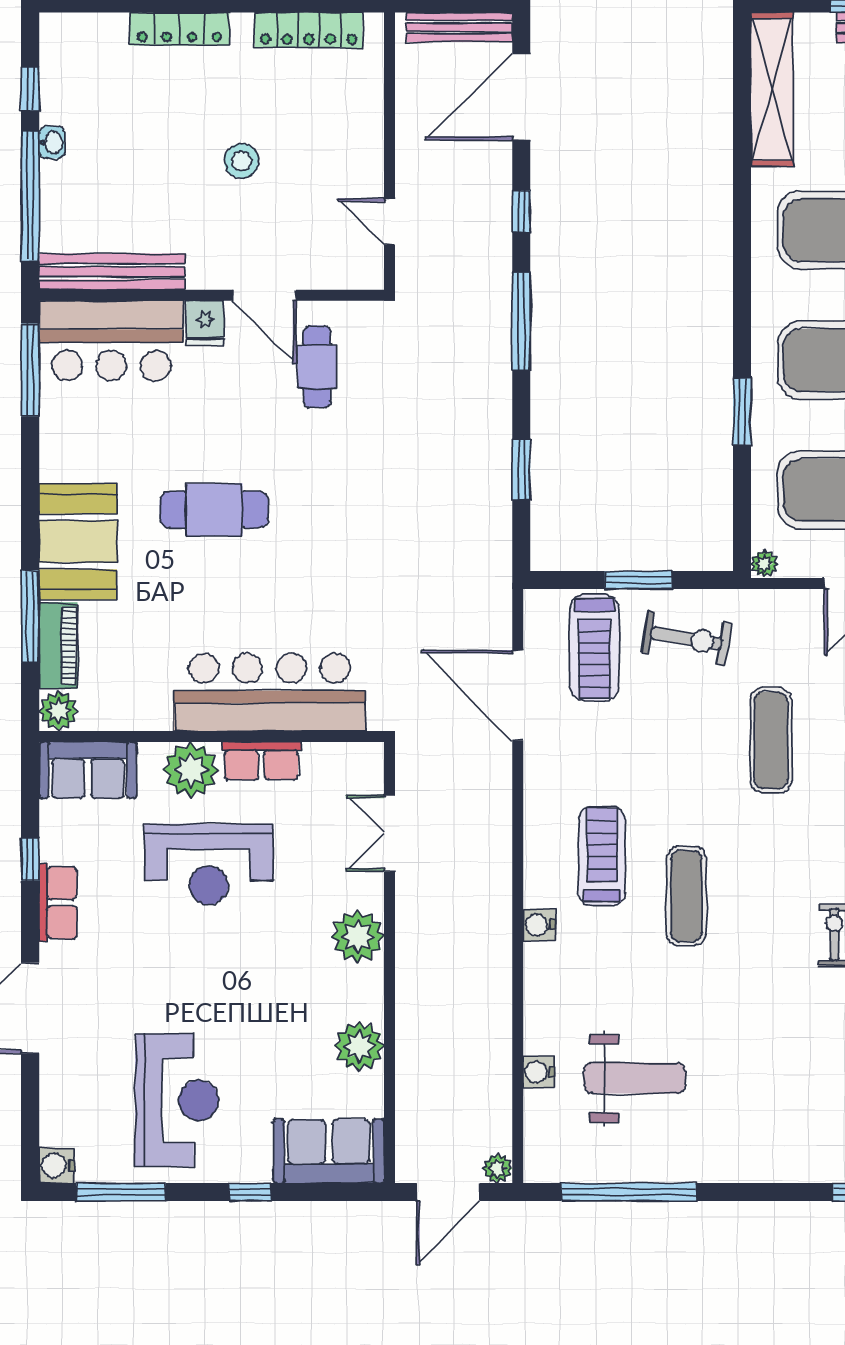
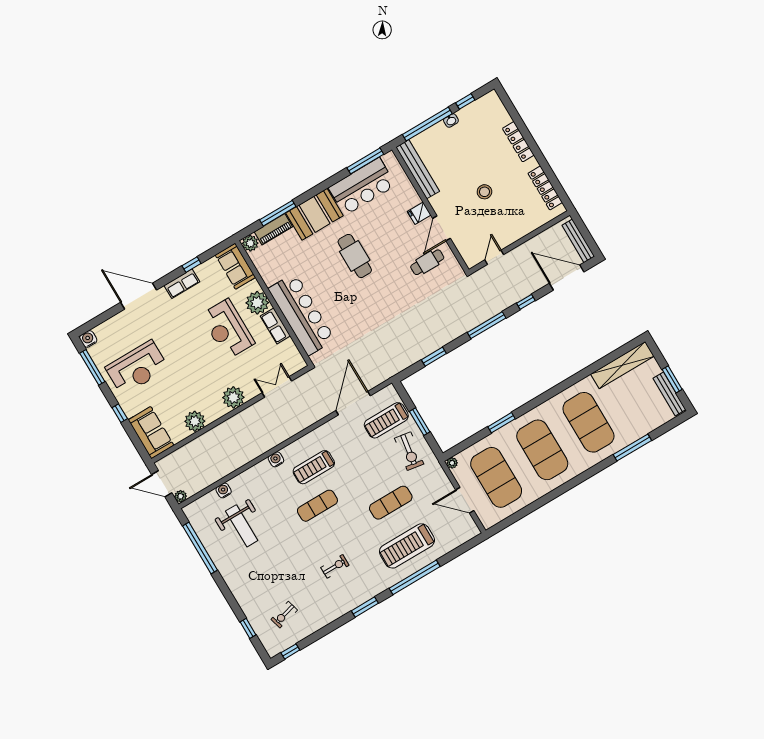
bar counter: (111, 341) -> (362, 186), moved, turned -90
treadmill: (602, 856) -> (314, 467), turned 180

